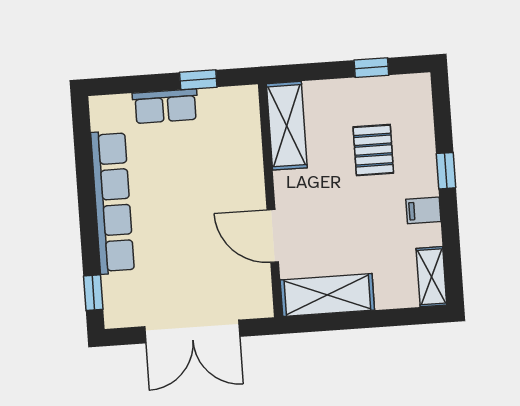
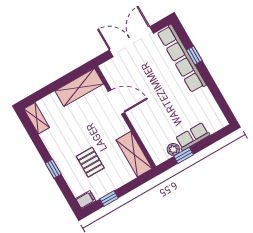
plant: (212, 100) -> (173, 149), added
row of seats: (113, 202) -> (182, 59), moved
filing cabinet: (423, 210) -> (86, 200), moved
window: (93, 293) -> (194, 55), moved

